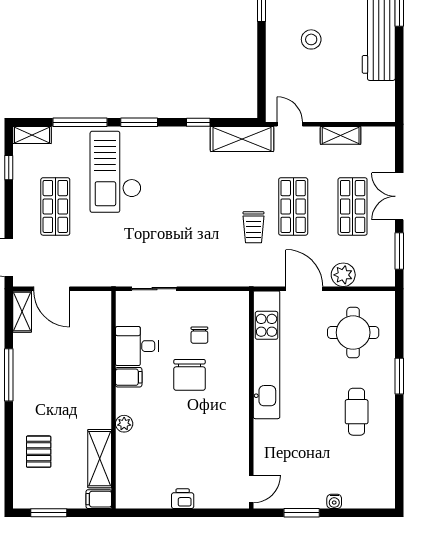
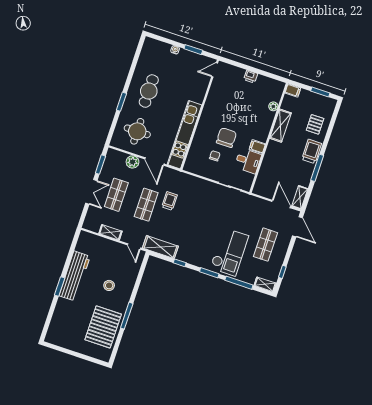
trolley: (29, 401) -> (312, 151), added
cafe table: (357, 412) -> (149, 91), width x1.37, depth x1.35
plant: (124, 424) -> (273, 106), moved
shelving: (100, 459) -> (281, 126), moved

